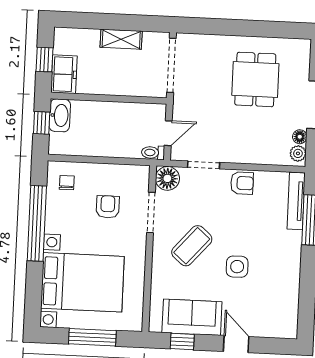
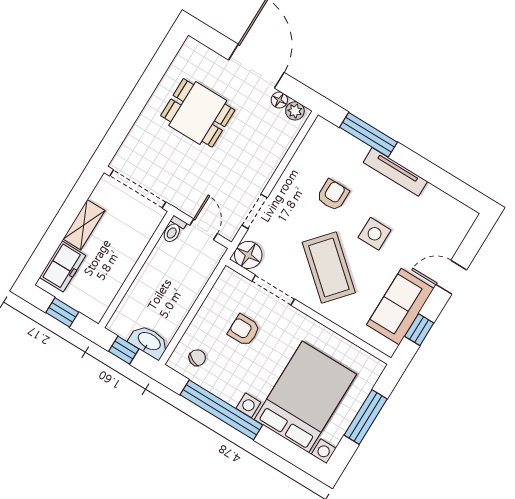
freezer: (64, 74) -> (63, 266), moved, turned 90
washbasin: (60, 115) -> (149, 342), moved
toilet: (153, 153) -> (174, 230), moved
chair: (67, 183) -> (197, 358), turned 116
armchair: (242, 183) -> (333, 195), moved
tv unit: (296, 201) -> (395, 172), moved
coffee table: (192, 246) -> (329, 268), width x1.36, depth x1.32

